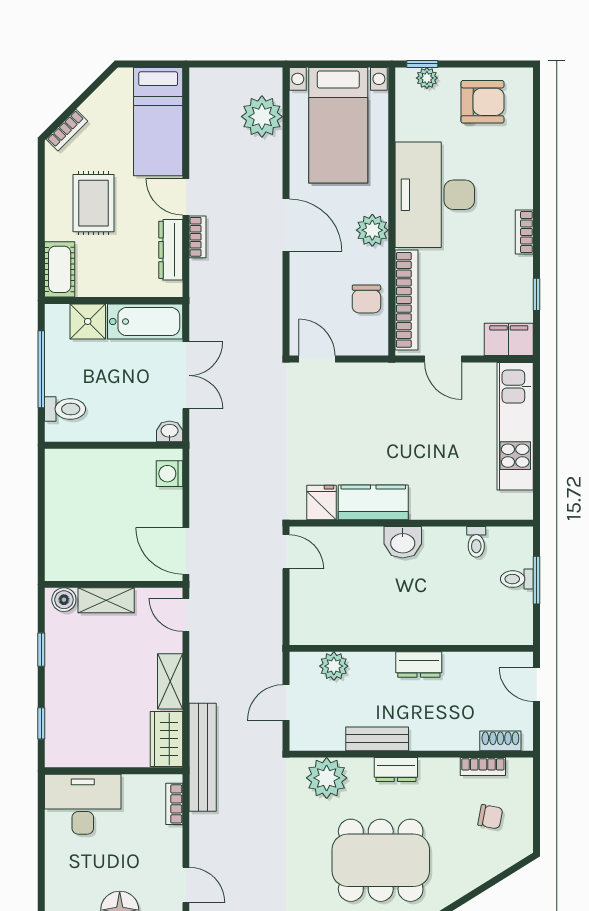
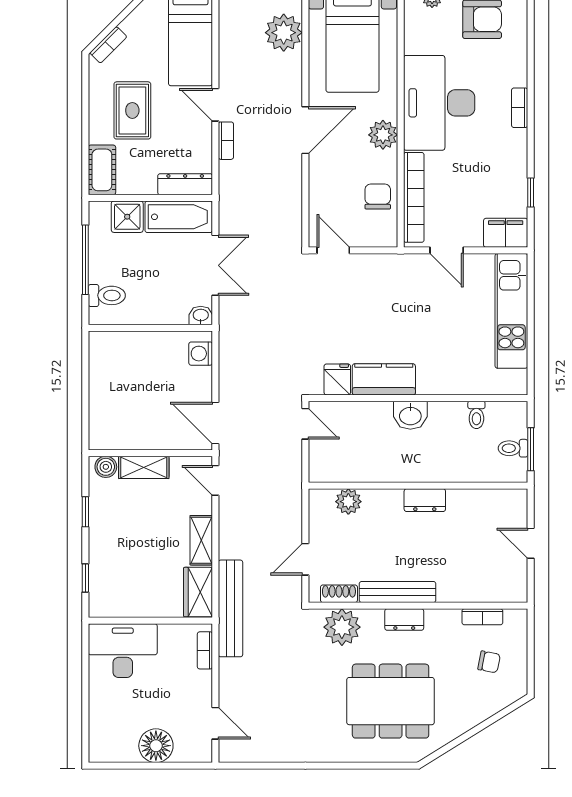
door: (286, 225) -> (305, 130), hinge flipped
bookcase: (524, 232) -> (520, 108), moved
dresser: (171, 250) -> (185, 184), moved, turned 90
chair: (366, 299) -> (378, 197), turned 180
wall: (411, 648) -> (418, 486), moved
dresser: (419, 665) -> (425, 500), moved
plant: (334, 666) -> (348, 502), moved
bench: (377, 739) -> (398, 592), width x1.36
shoe rack: (500, 741) -> (339, 594), moved

